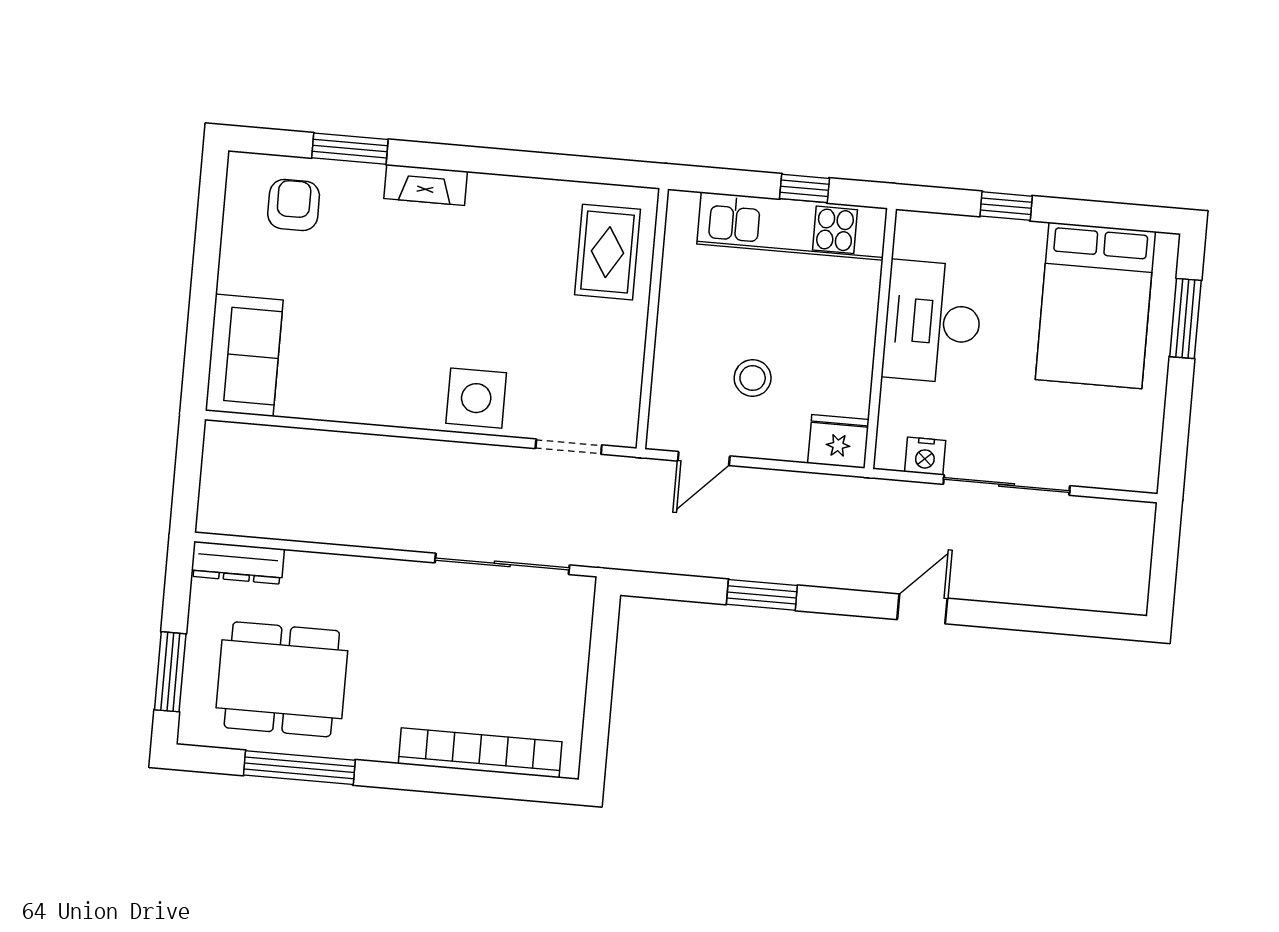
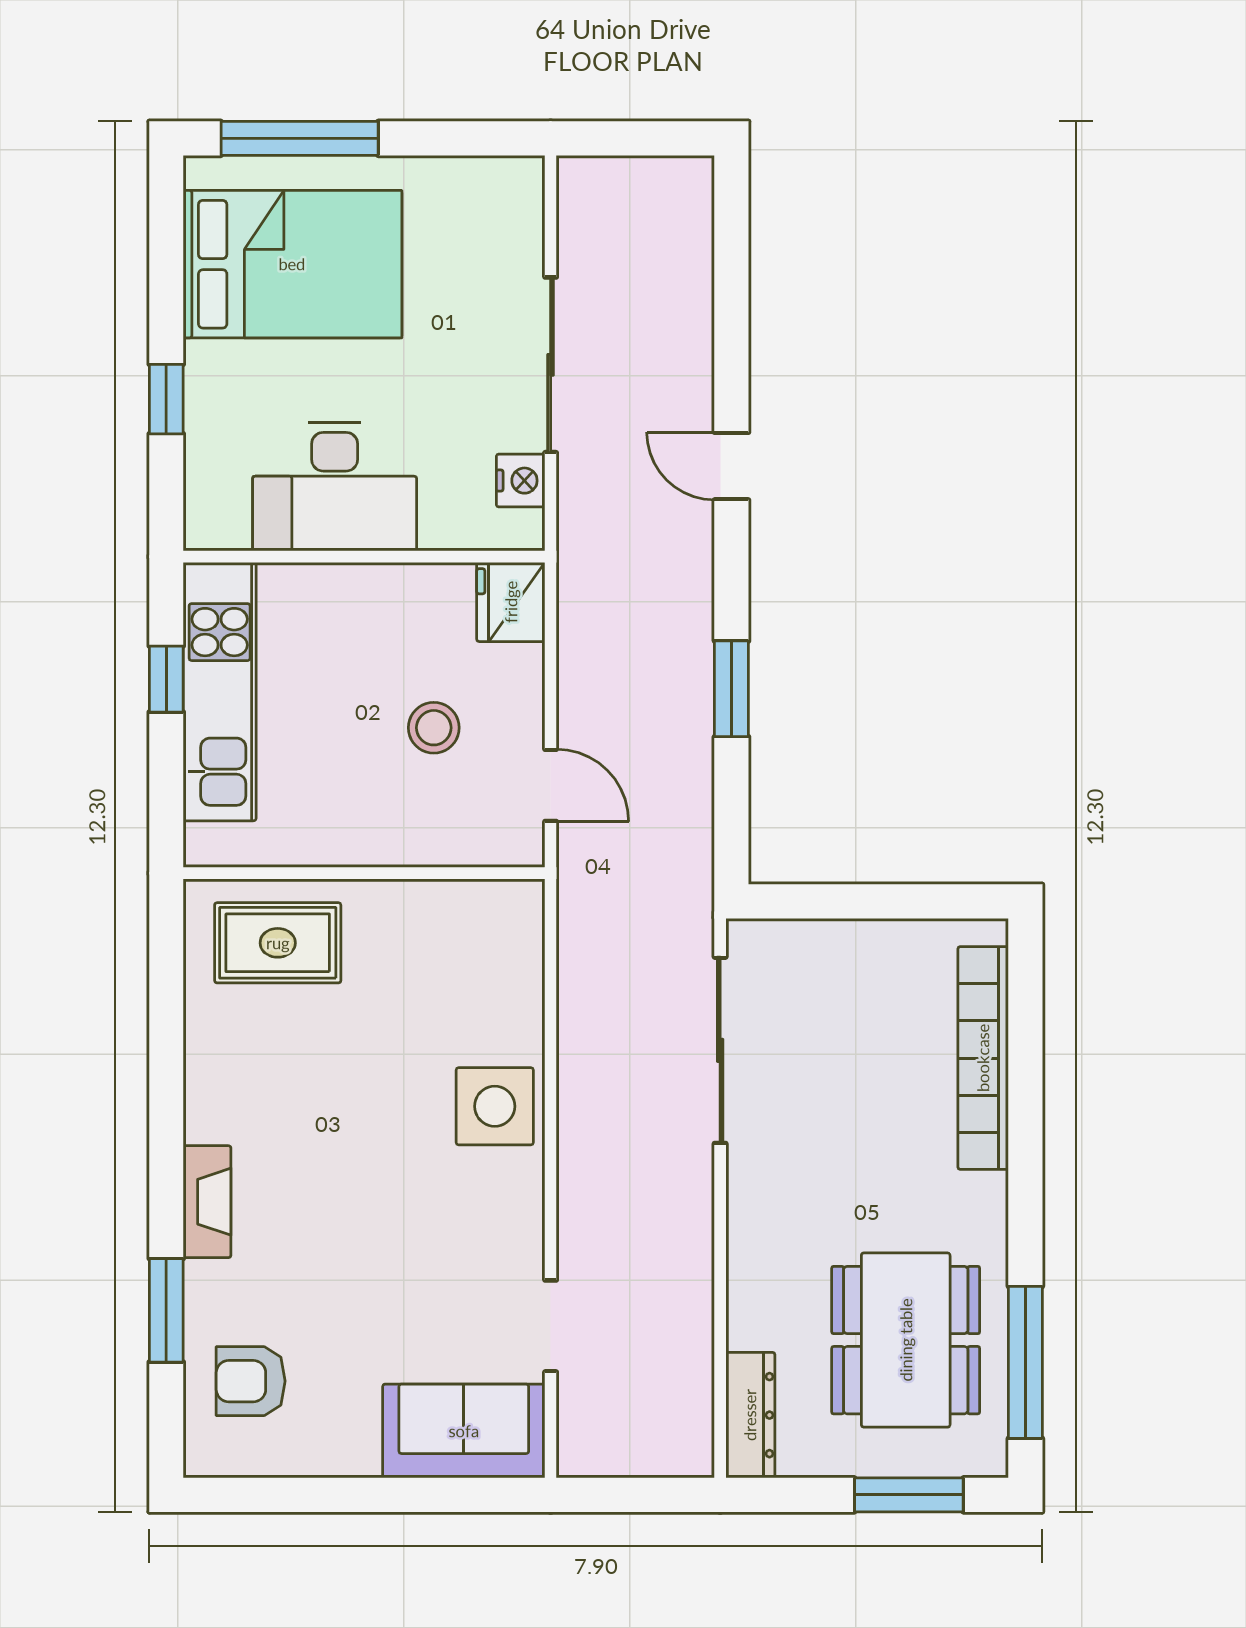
window: (1185, 318) -> (300, 138), width x1.44
doorway: (569, 447) -> (551, 1326), moved
window: (299, 768) -> (1025, 1362), moved

